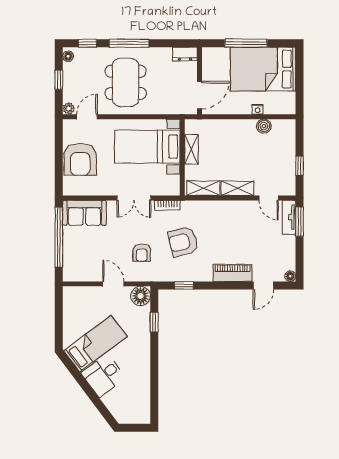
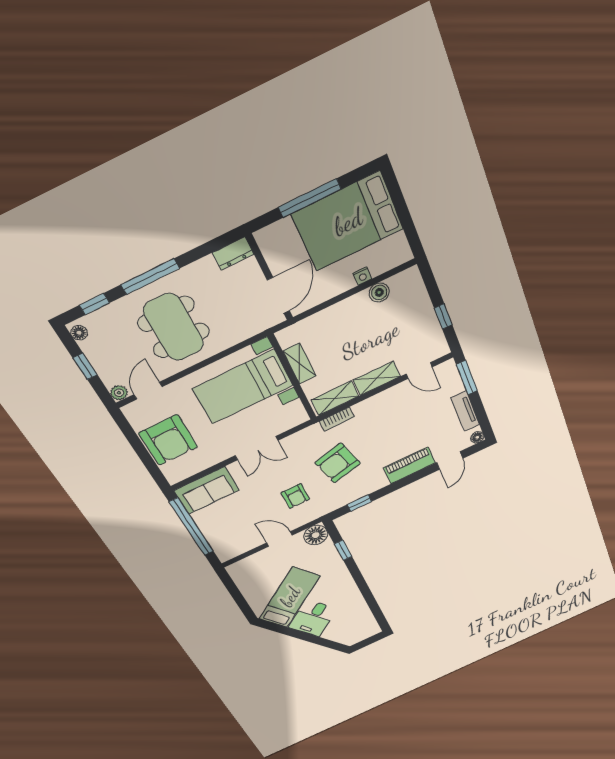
bookcase: (167, 205) -> (337, 419), moved
tv unit: (289, 217) -> (465, 411), moved

